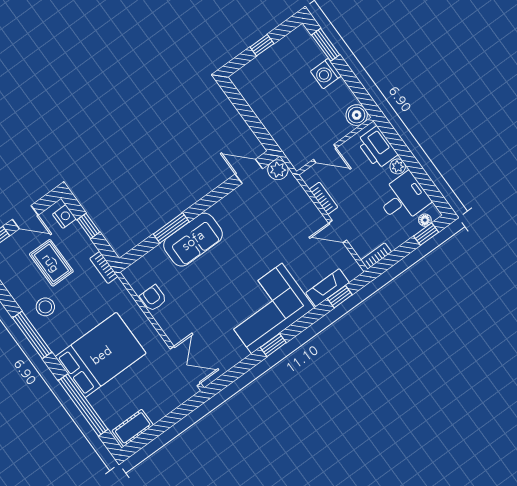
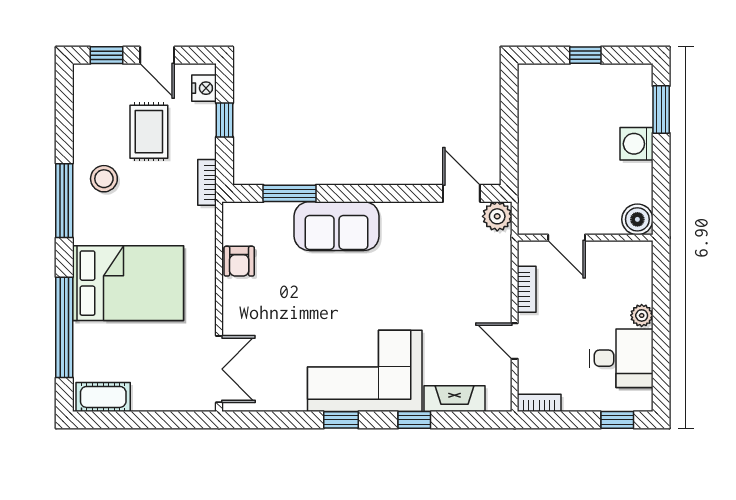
printer: (377, 148) -> (634, 275), removed
floor lamp: (425, 220) -> (628, 402), removed
window: (171, 228) -> (290, 193), moved
window: (340, 297) -> (414, 420), moved
armchair: (153, 298) -> (239, 261), turned 180

